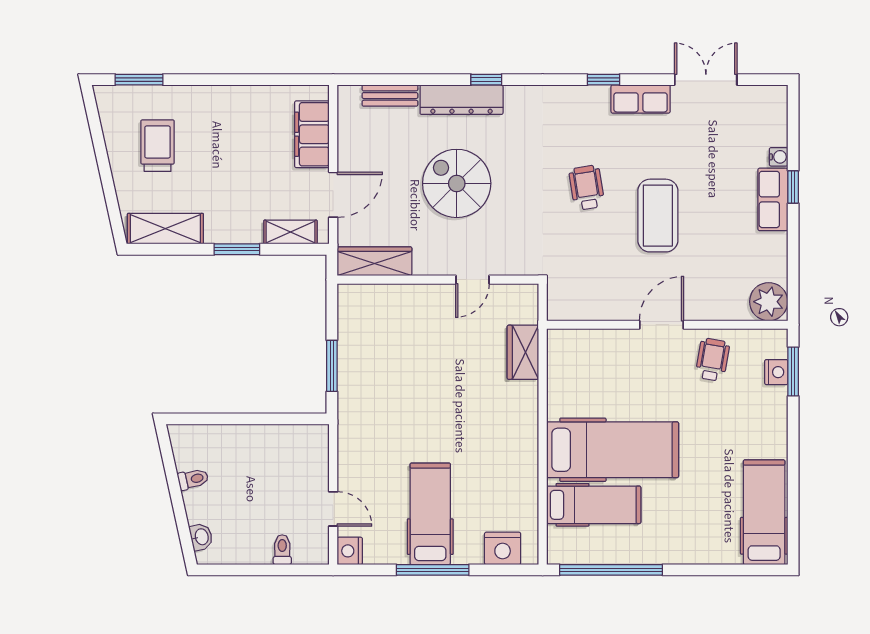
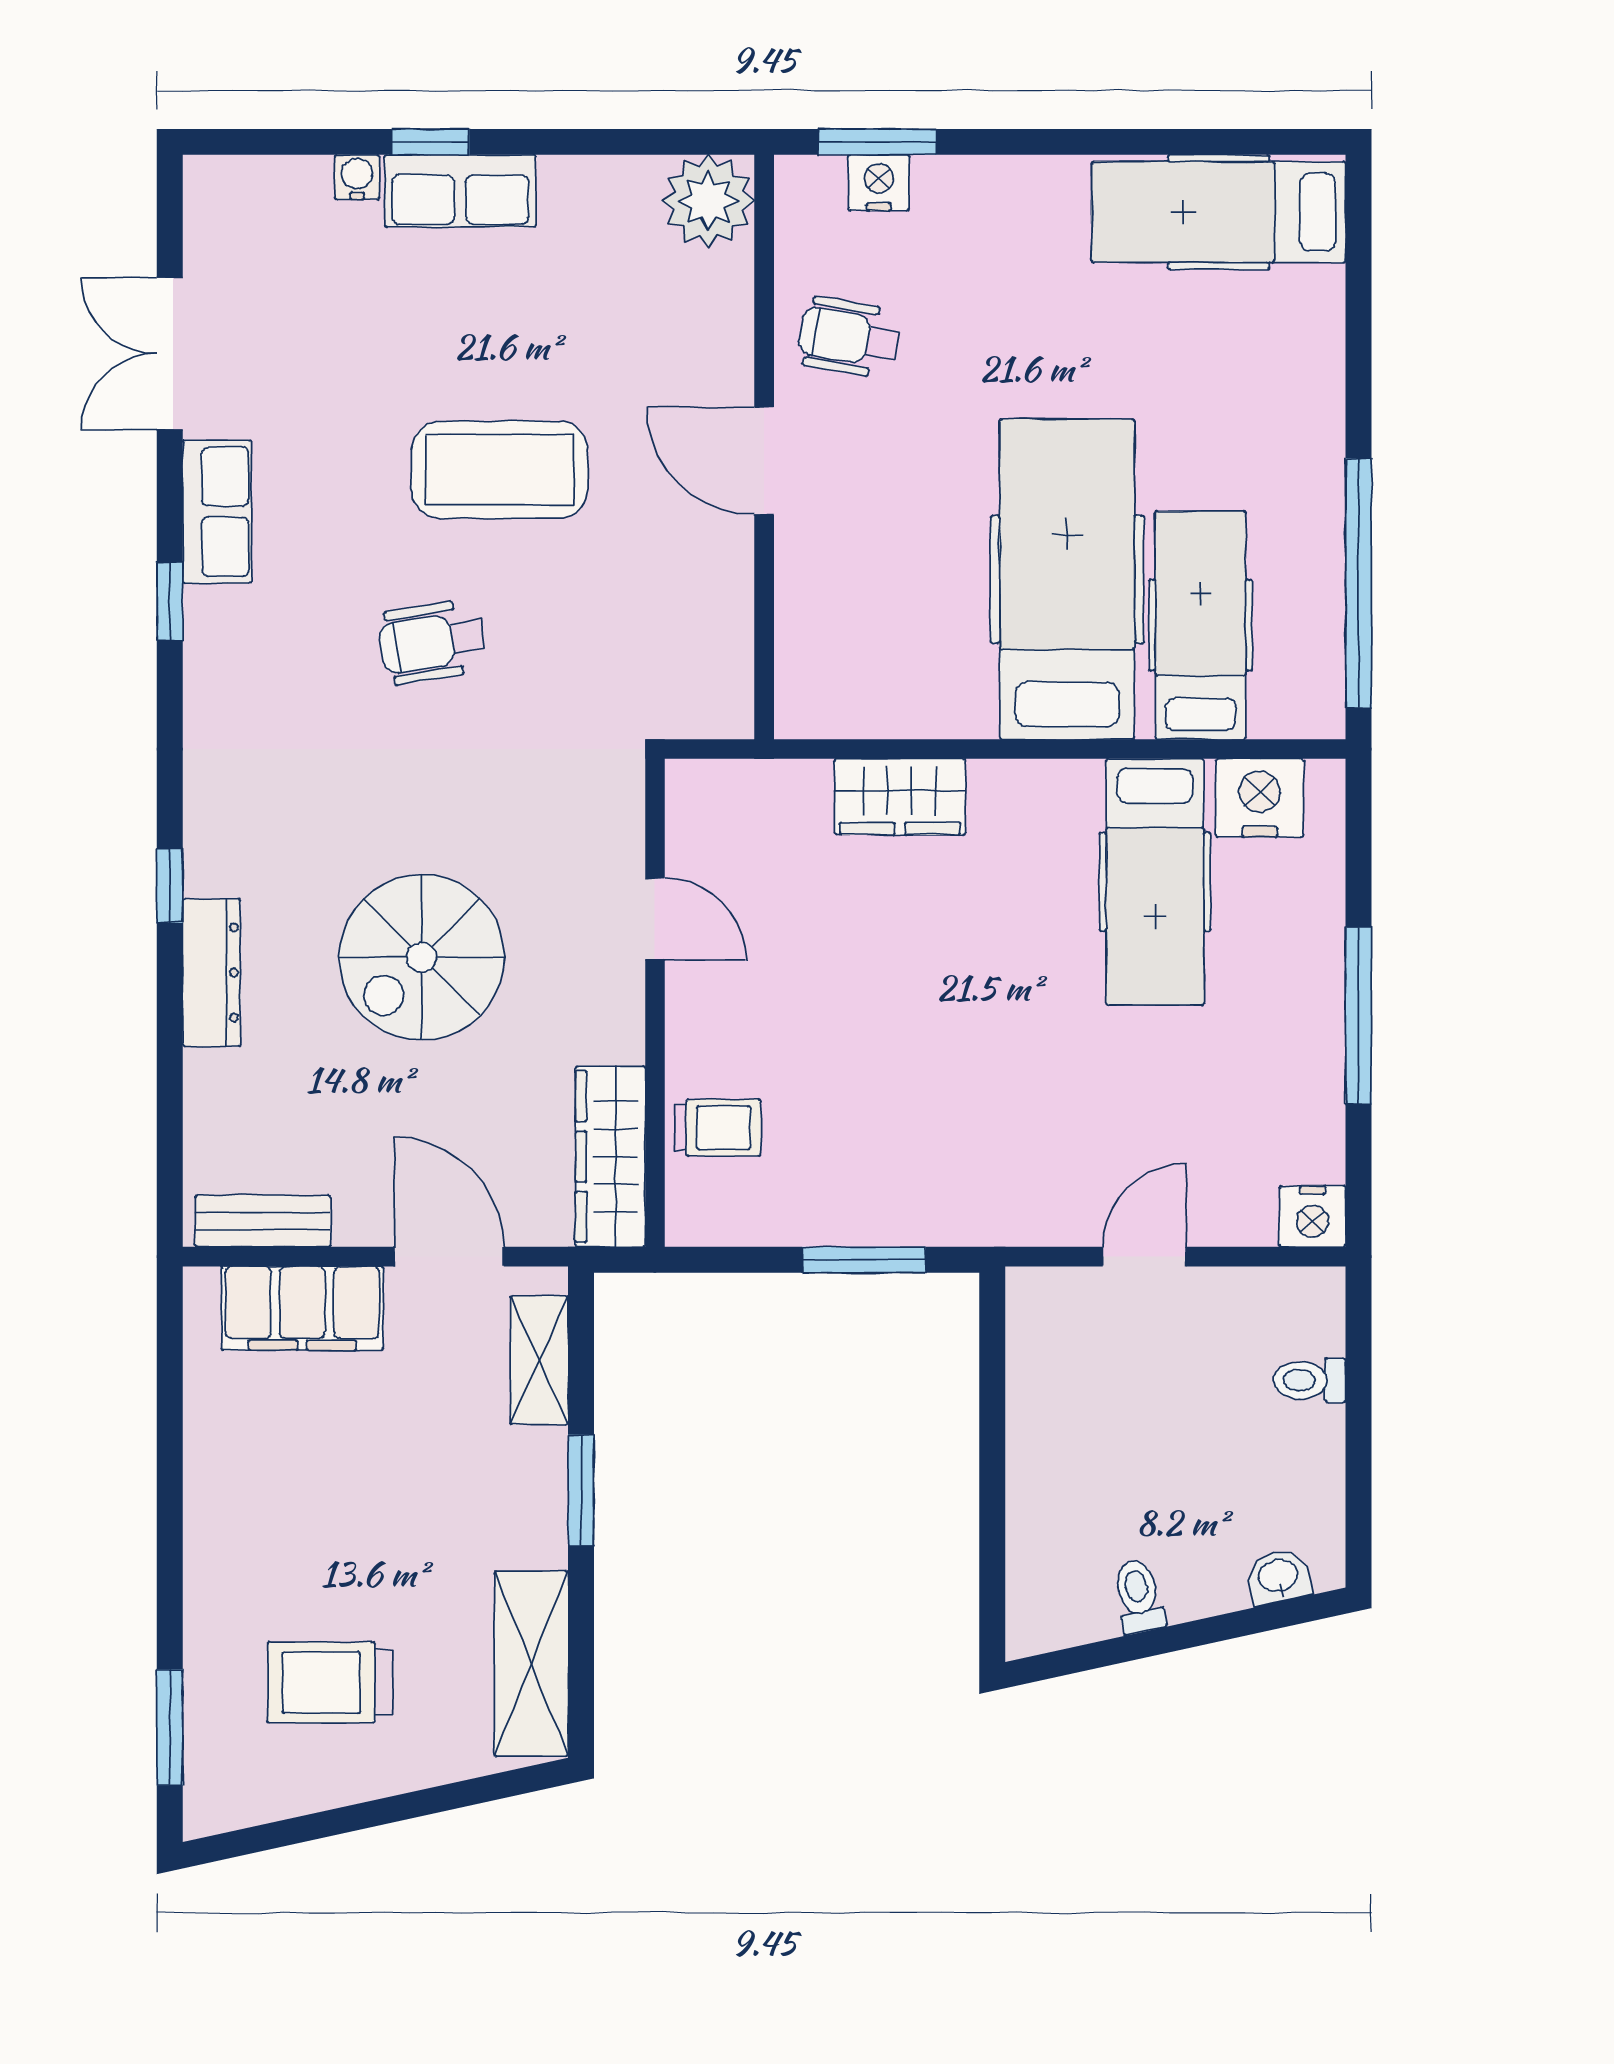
bench: (390, 96) -> (263, 1221), moved, turned 90
dresser: (462, 100) -> (211, 973), width x0.73, depth x0.80
trolley: (386, 306) -> (718, 1128), added
wardrobe: (523, 352) -> (900, 797), moved
door: (333, 509) -> (1144, 1257), moved
hospital bed: (430, 514) -> (1155, 882), moved, turned -90
nightstand: (503, 548) -> (1260, 798), moved, turned -90

